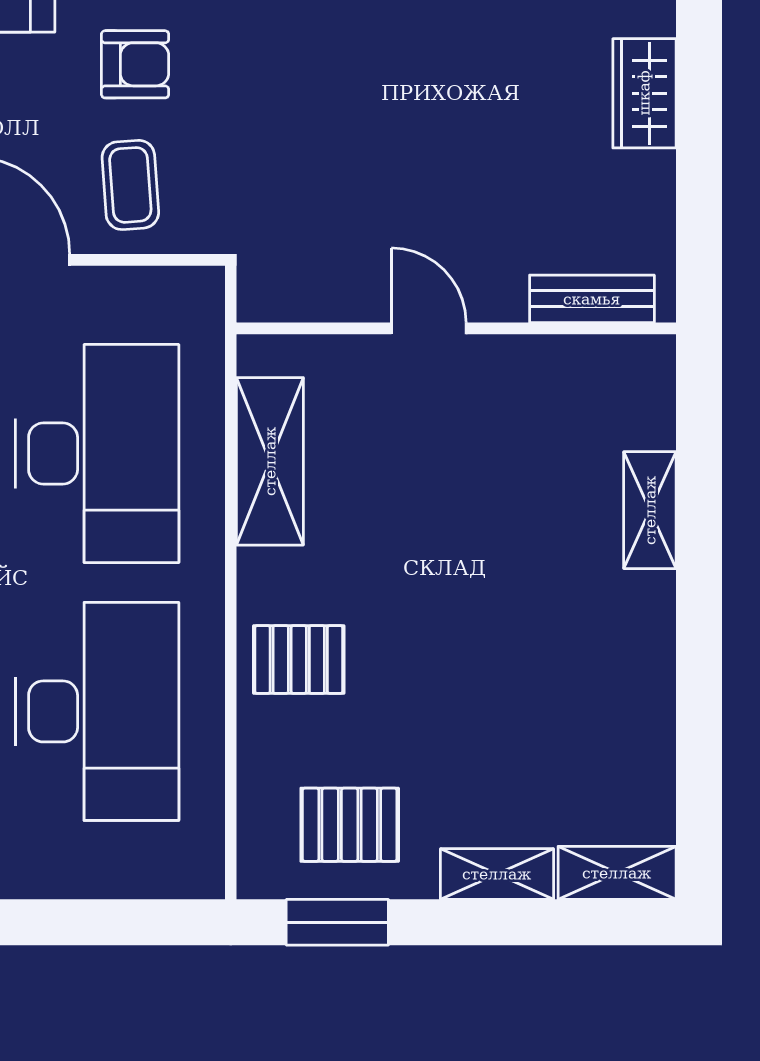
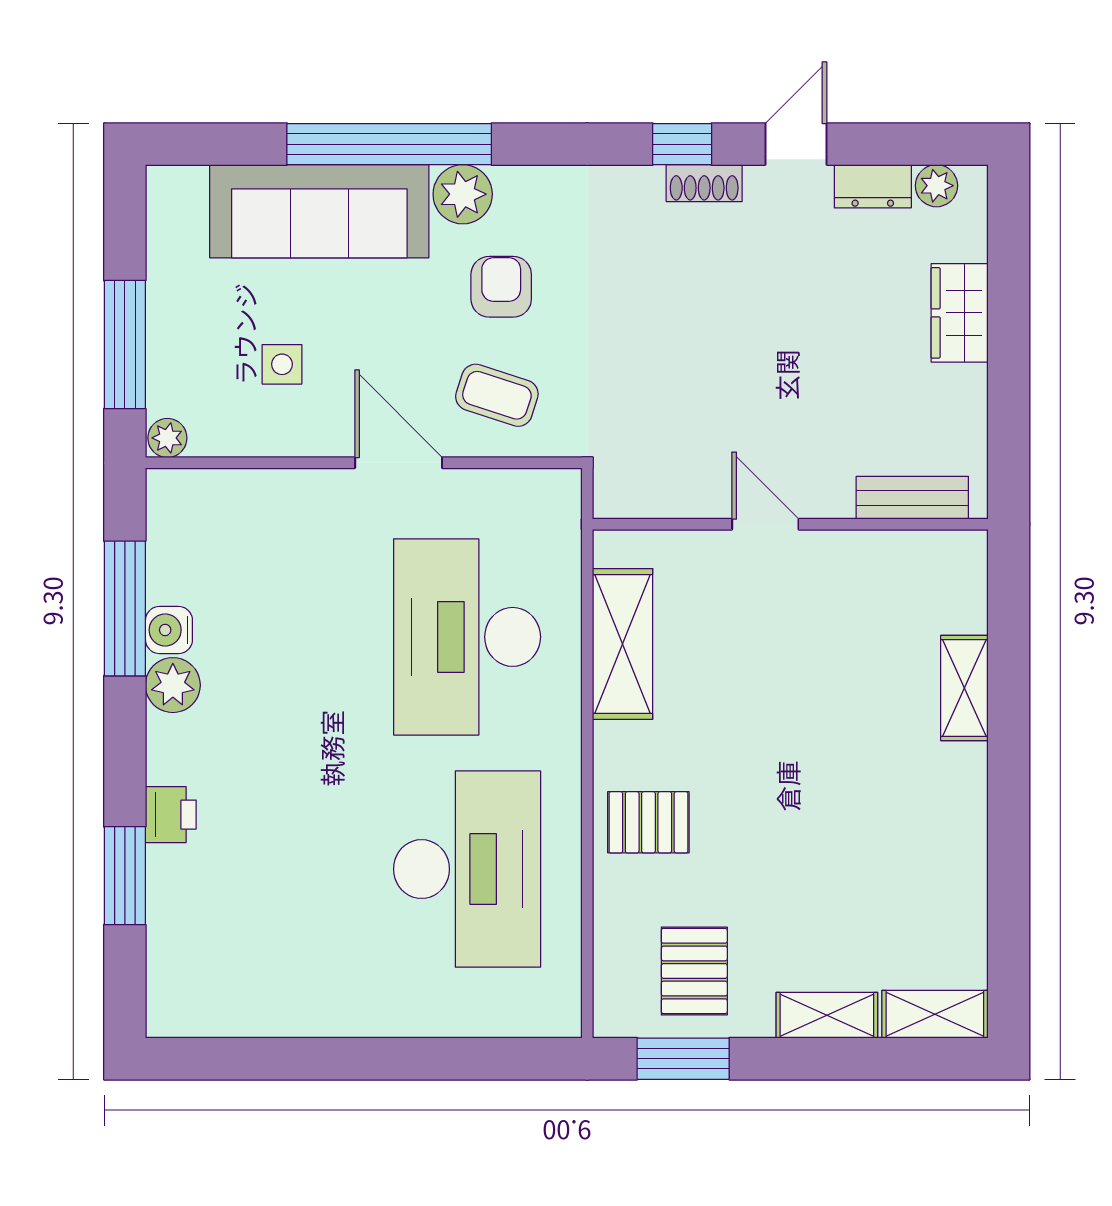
armchair: (135, 64) -> (501, 287), turned -90
coffee table: (130, 185) -> (497, 395), turned -68
desk: (97, 453) -> (467, 637), turned 180
pallet: (350, 825) -> (694, 971), turned 90

